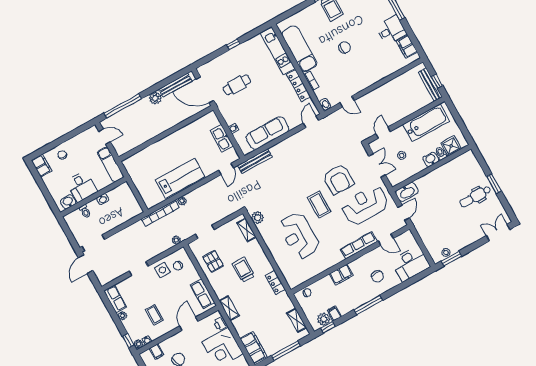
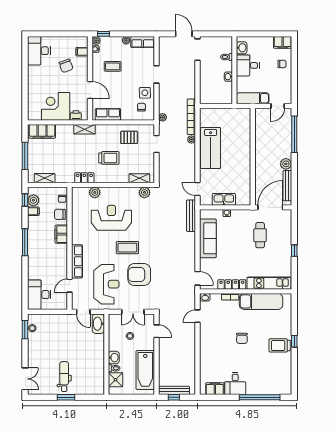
plant: (284, 265) -> (95, 192), added
chair: (377, 276) -> (60, 214), moved

